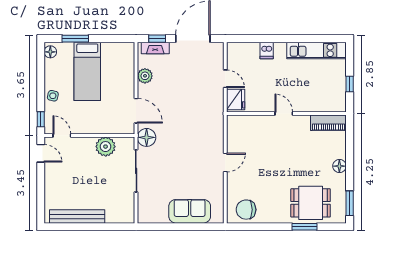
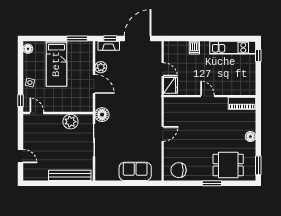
window: (75, 39) -> (77, 39), moved
window: (350, 84) -> (258, 55), moved
door: (136, 111) -> (94, 84), moved
door: (41, 153) -> (21, 156), moved
bench: (77, 216) -> (70, 175), moved
window: (305, 227) -> (212, 183), moved

